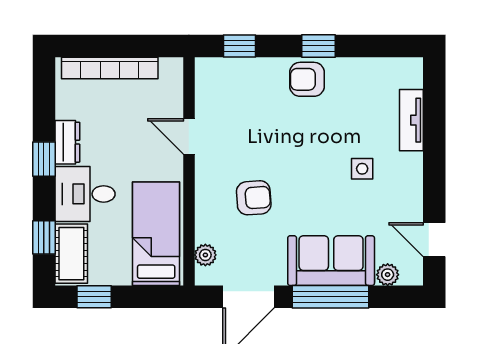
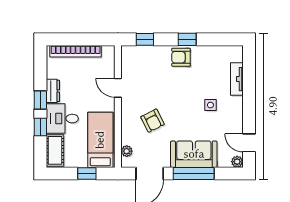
armchair: (254, 198) -> (152, 121), turned 67
window: (44, 237) -> (40, 127), moved
plant: (388, 275) -> (237, 162), moved
window: (94, 297) -> (87, 174), moved

